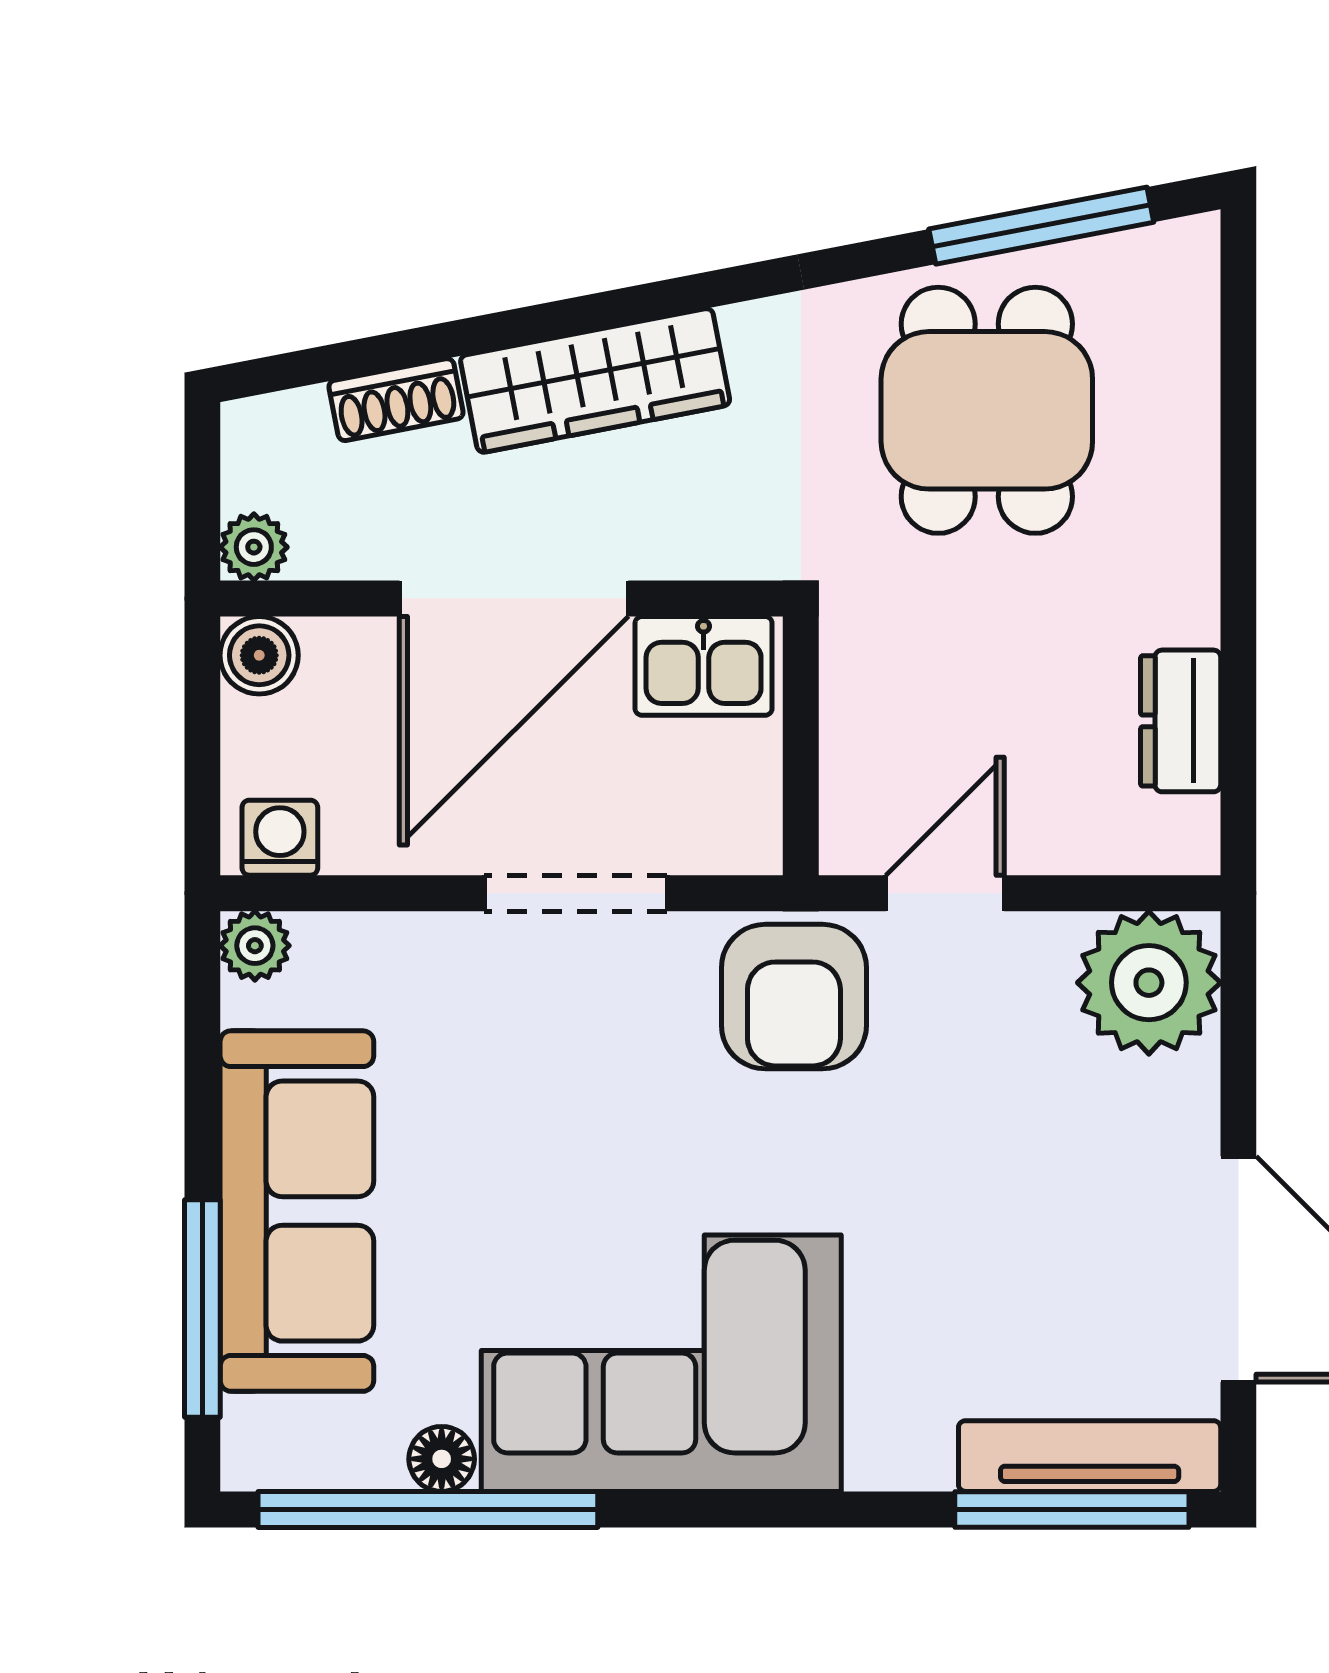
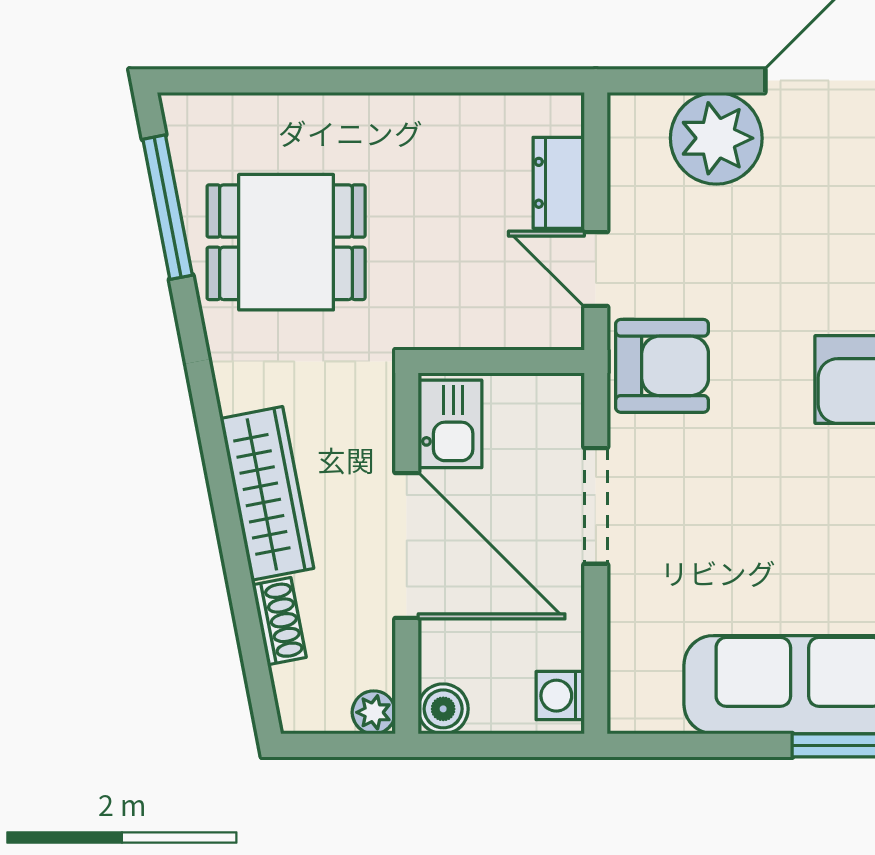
dresser: (1181, 721) -> (559, 183), moved, turned 90
plant: (255, 946) -> (629, 712), removed
plant: (1149, 983) -> (716, 138), moved

